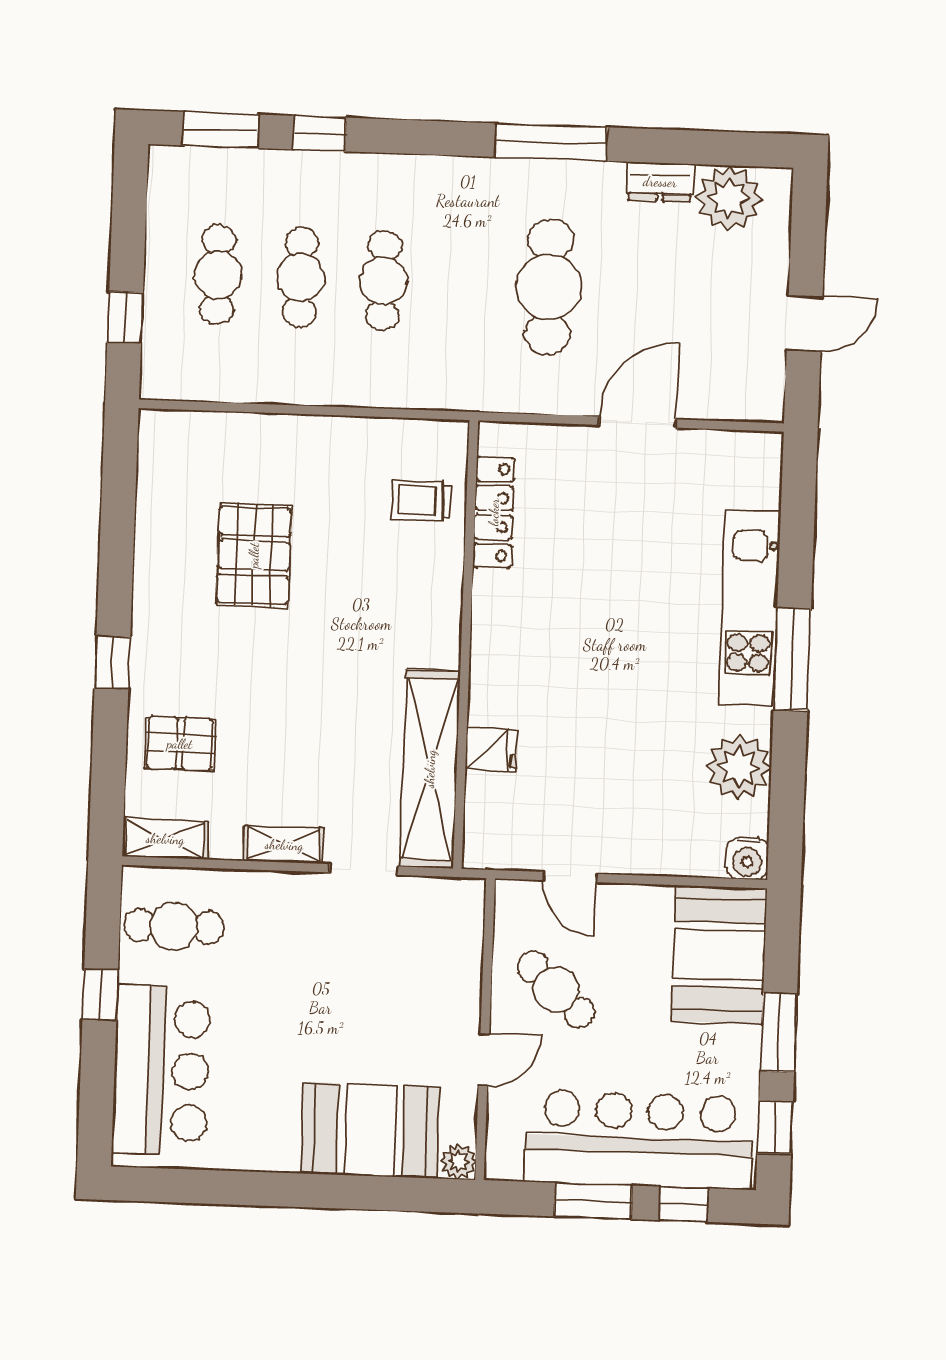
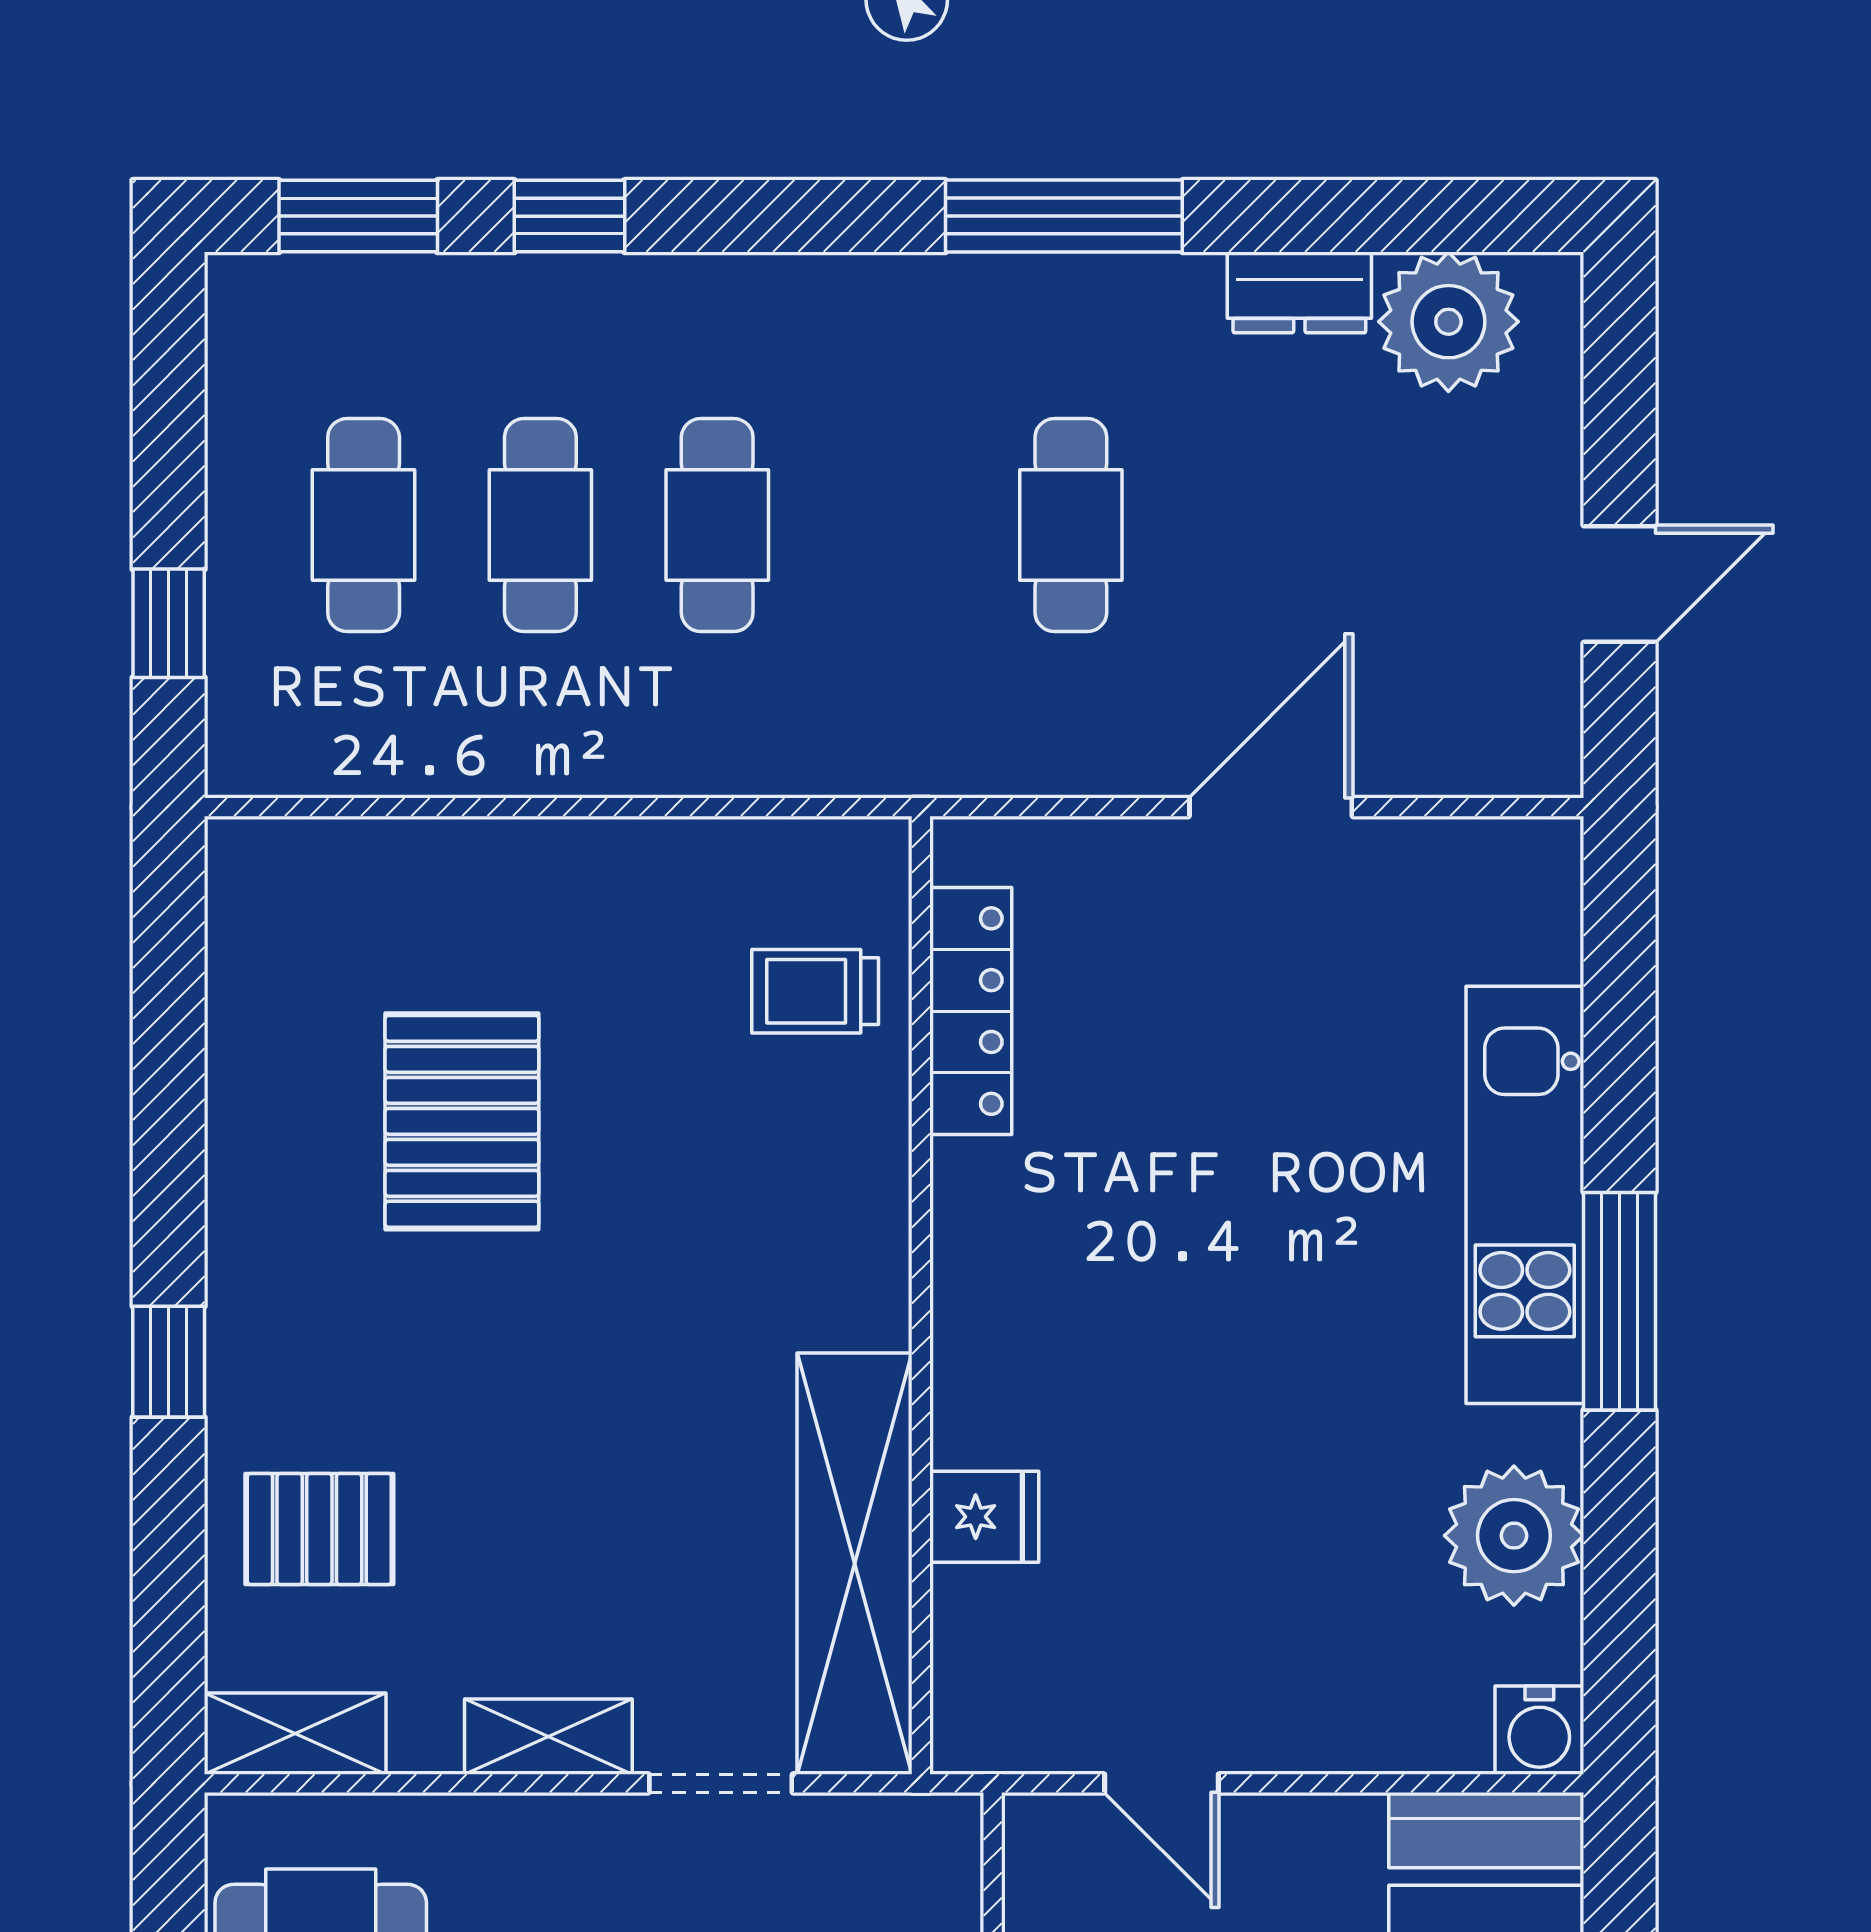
cafe table: (549, 287) -> (1071, 525), width x0.73, depth x0.74

